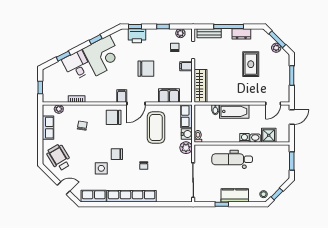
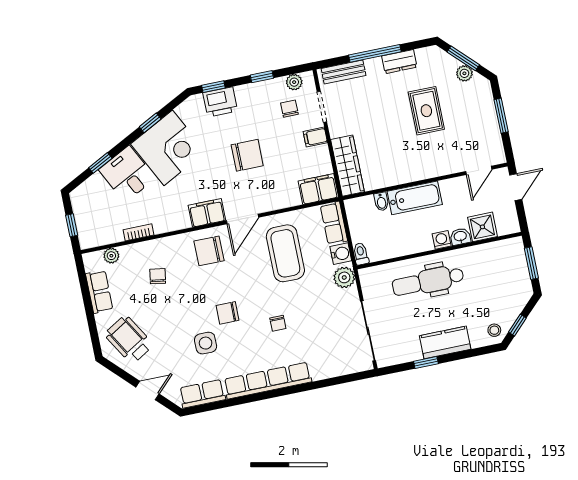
filing cabinet: (169, 95) -> (318, 189), moved
filing cabinet: (122, 96) -> (207, 213), width x2.00

